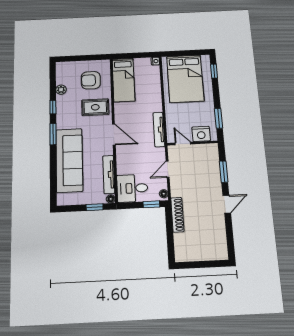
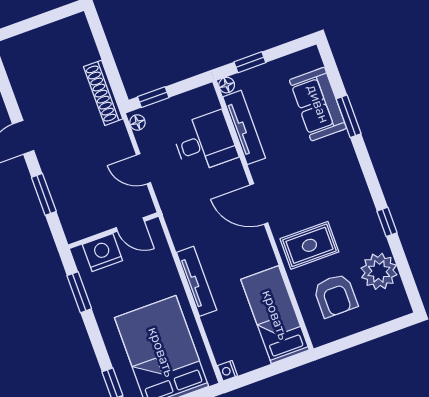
armchair: (91, 80) -> (335, 296), turned 90
plant: (61, 90) -> (379, 271), width x1.88, depth x1.88
tv unit: (159, 130) -> (197, 281), moved
window: (53, 134) -> (349, 116), moved
sofa: (69, 160) -> (318, 104), width x0.54, depth x0.79
door: (168, 169) -> (144, 169), swing flipped
desk: (132, 188) -> (205, 142), moved

